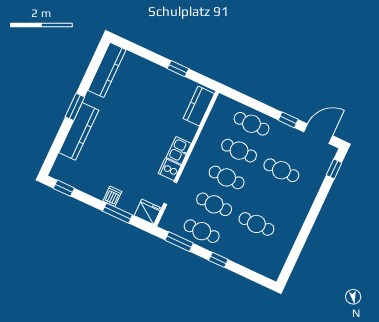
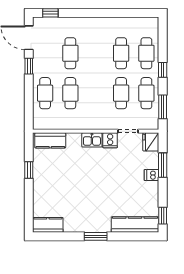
kitchen counter: (107, 70) -> (48, 225), width x0.67
kitchen counter: (79, 131) -> (135, 224), moved
cafe table: (227, 177) -> (146, 53), moved

